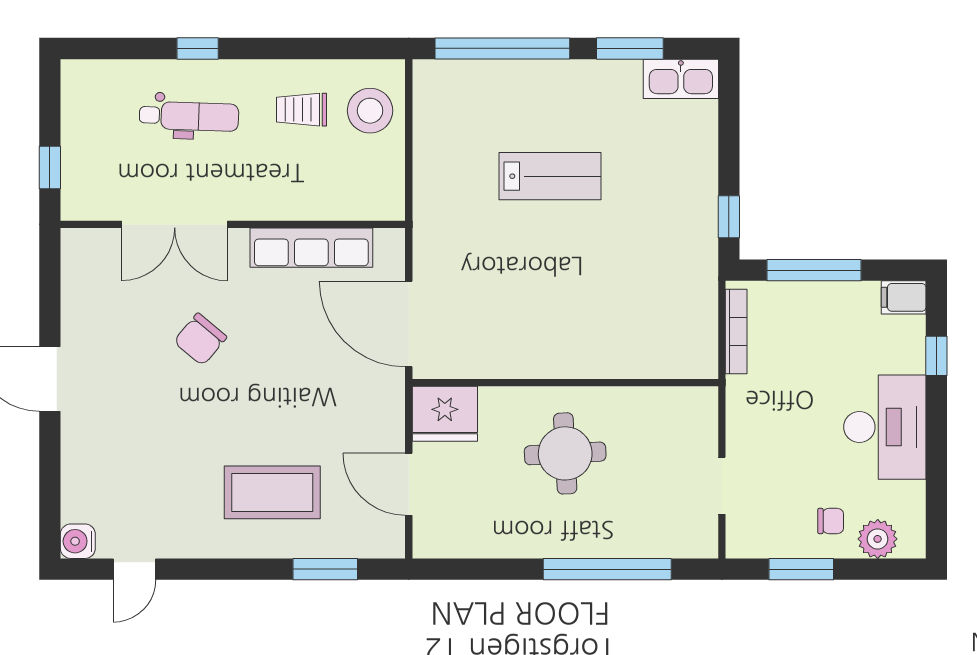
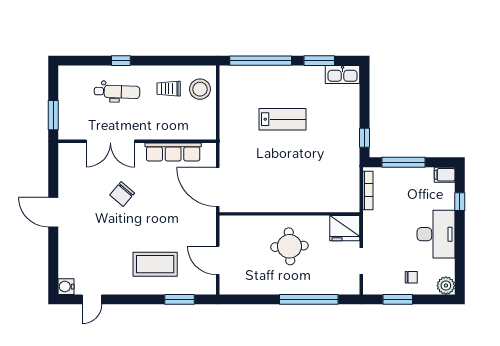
window: (50, 167) -> (53, 115), width x1.50
fridge: (445, 414) -> (345, 228), moved
plant: (878, 539) -> (446, 286), moved

